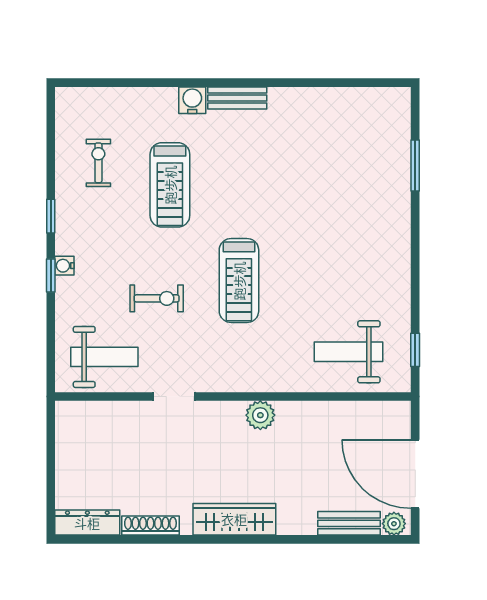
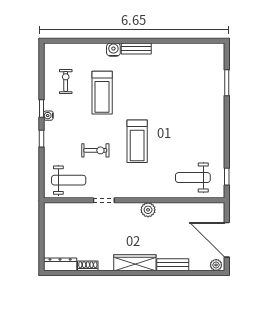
water cooler: (64, 266) -> (48, 116), moved
bench: (349, 523) -> (173, 265), moved
shoe rack: (150, 526) -> (88, 266), width x0.70

